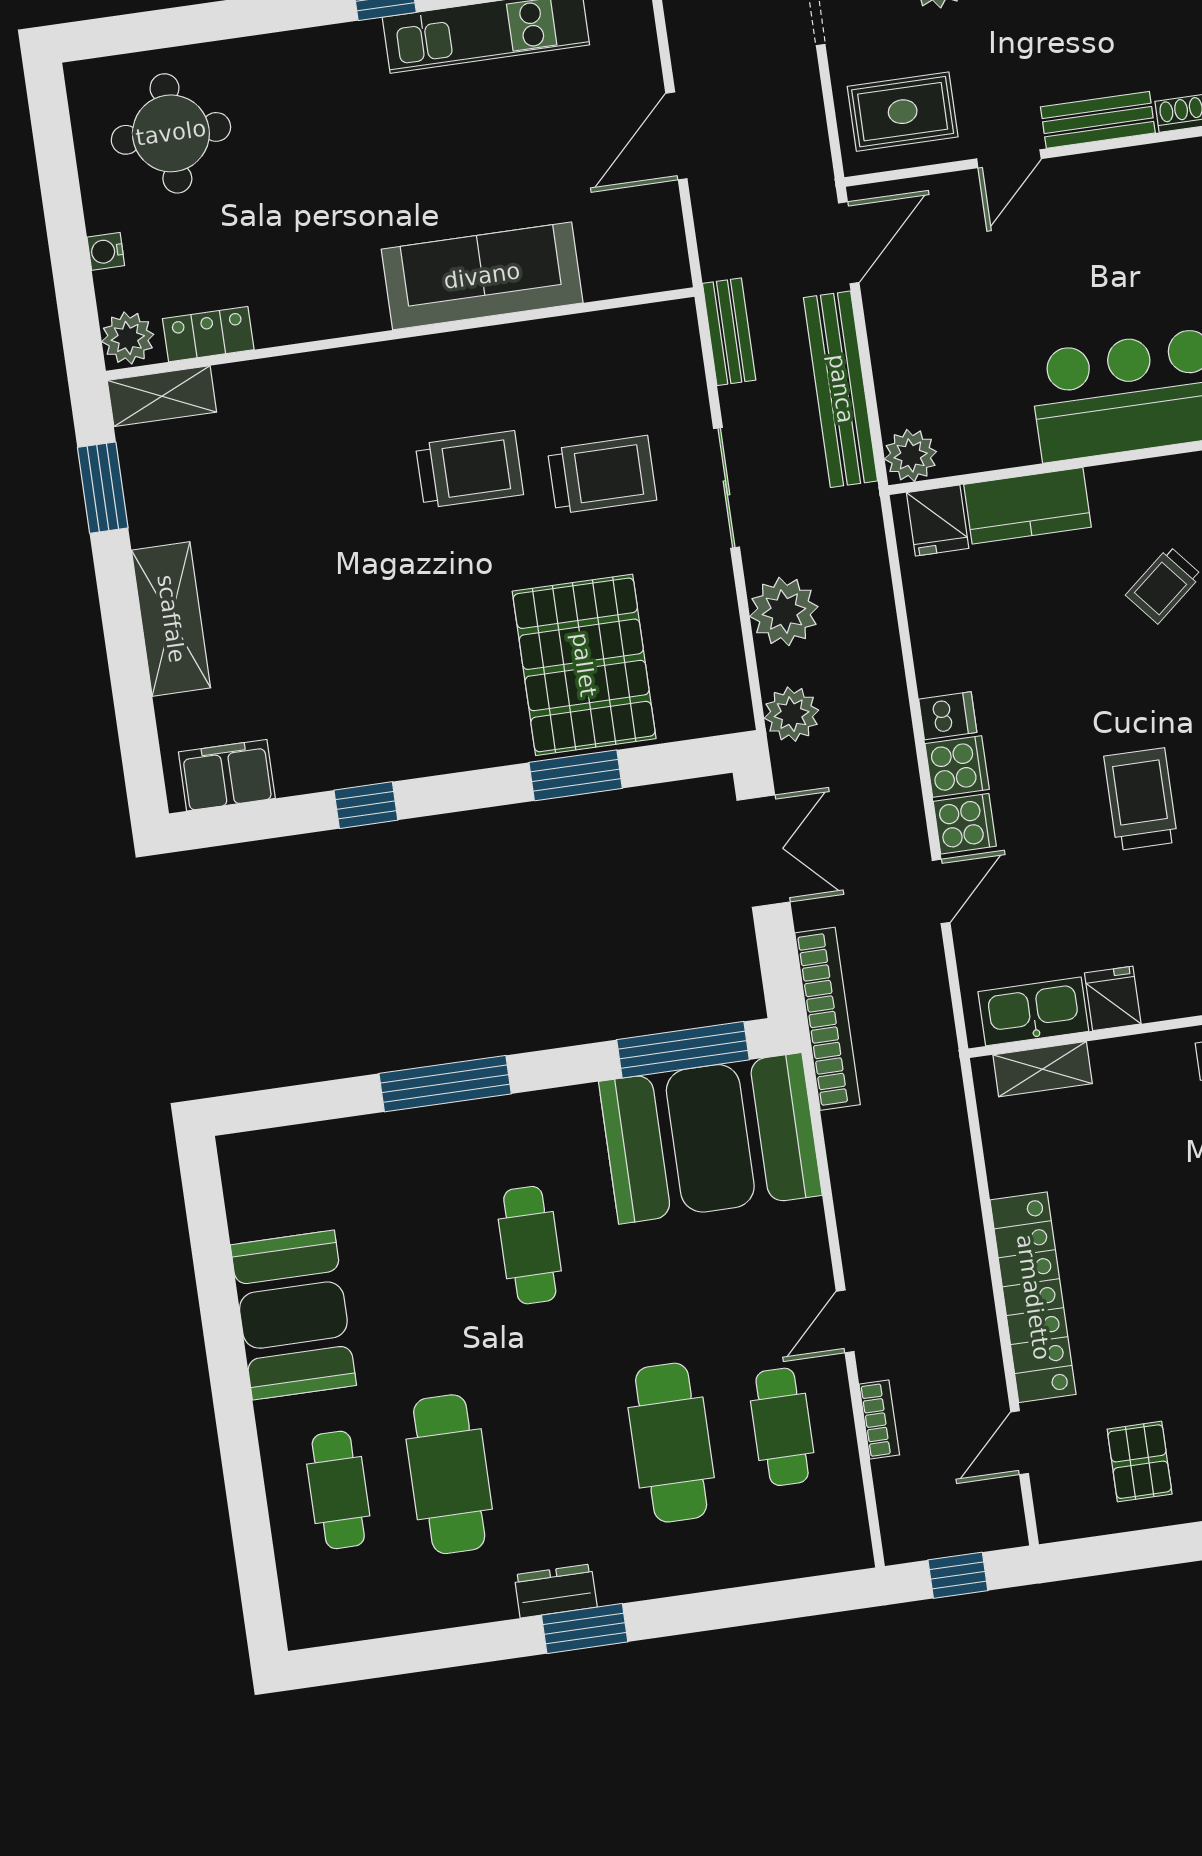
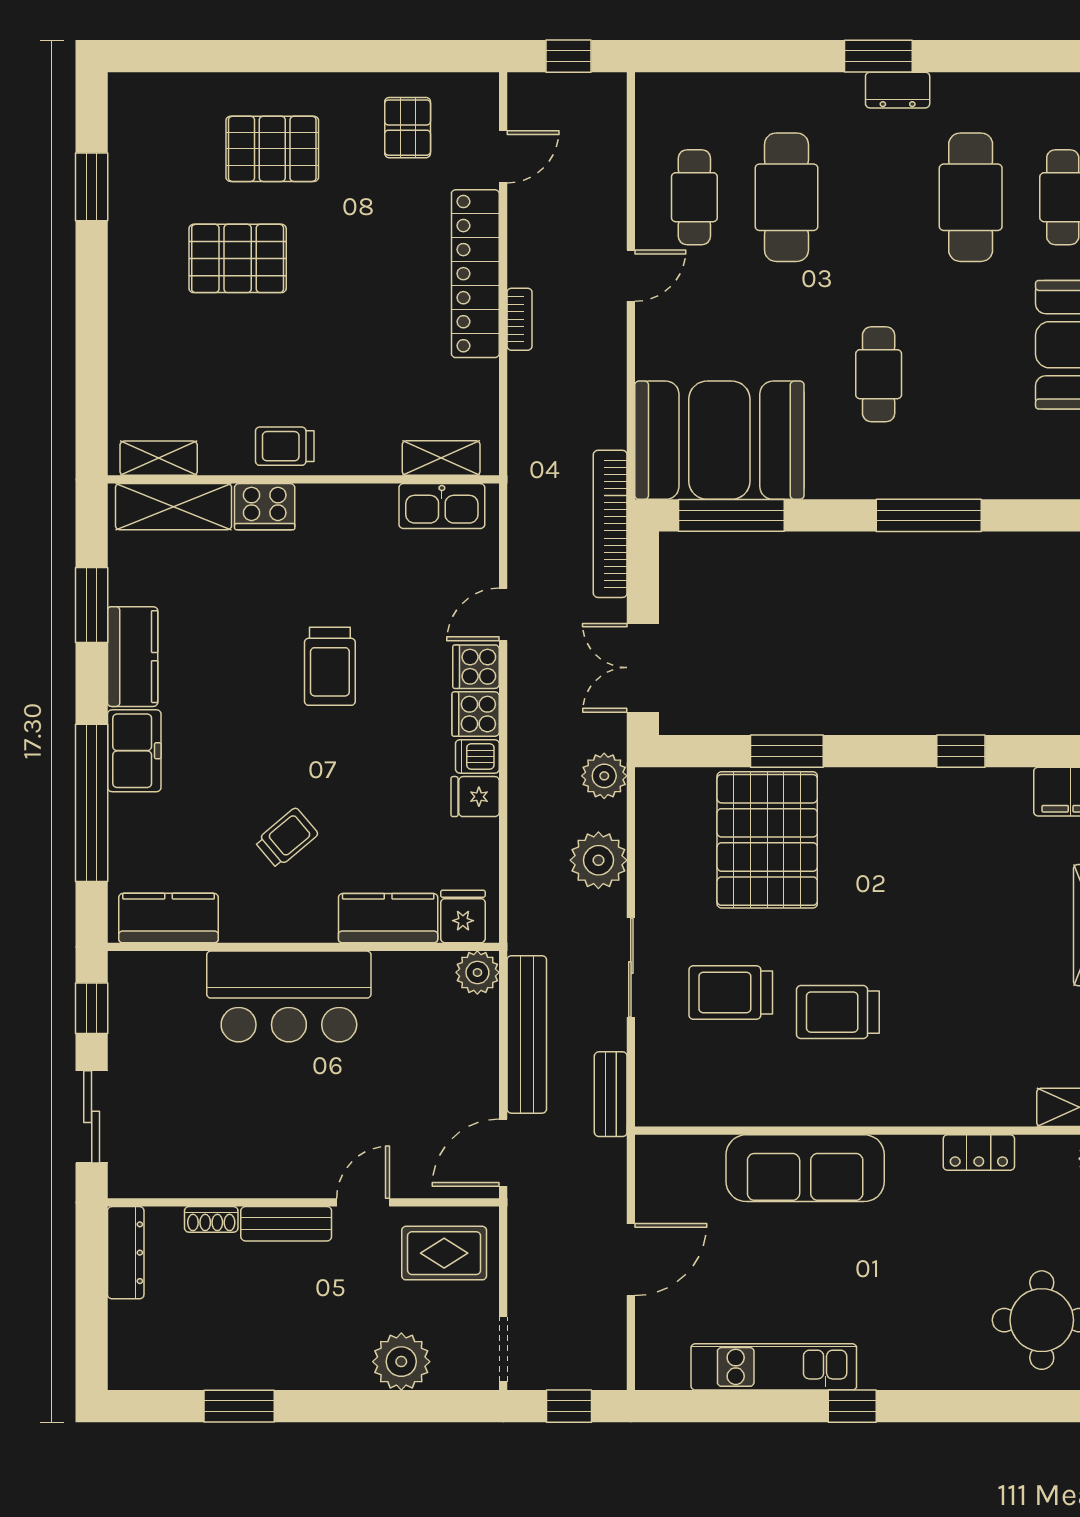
locker: (208, 334) -> (979, 1153), moved
fridge: (1113, 998) -> (475, 797), moved, turned 90
bookcase: (879, 1420) -> (520, 319), moved, turned 180

